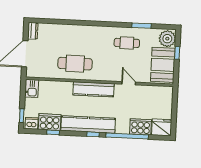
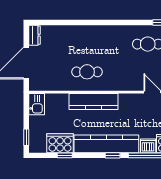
cafe table: (75, 64) -> (87, 72), width x0.73, depth x0.74
kitchen counter: (93, 89) -> (93, 101), moved
dishwasher: (32, 123) -> (148, 146), moved

